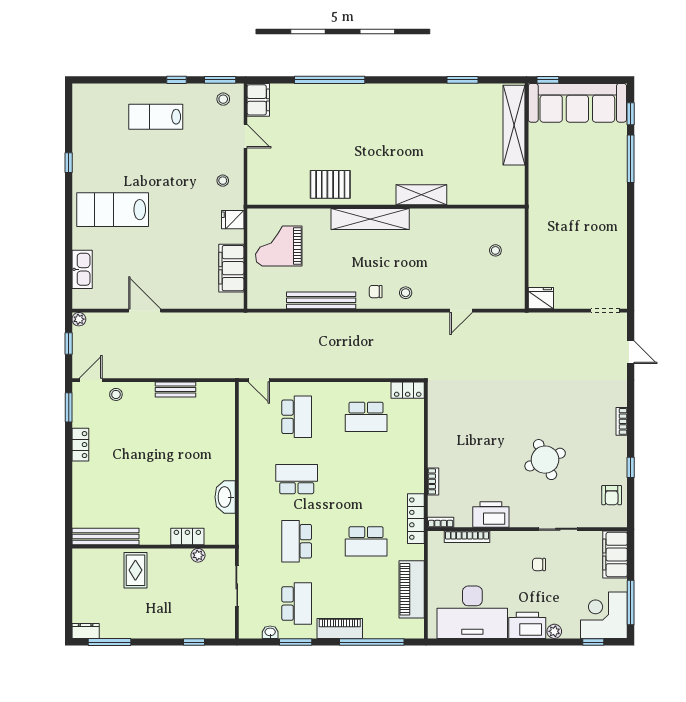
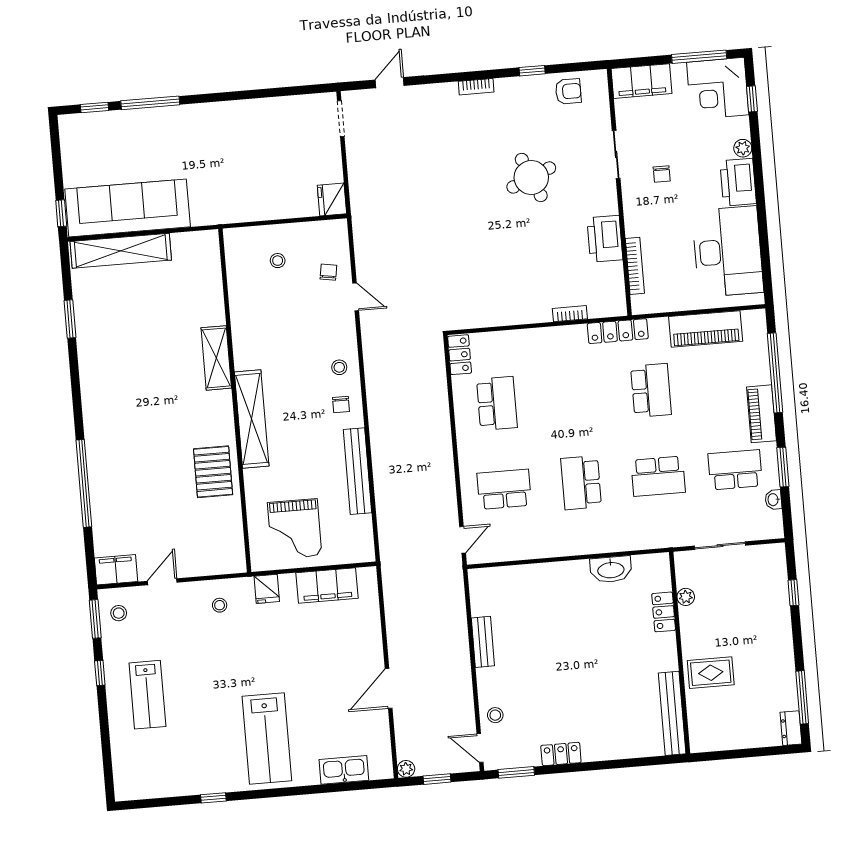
sofa: (577, 103) -> (128, 208), moved, turned -90
chair: (483, 290) -> (328, 272), added
bookcase: (441, 522) -> (620, 300), removed

